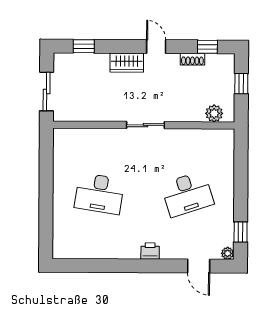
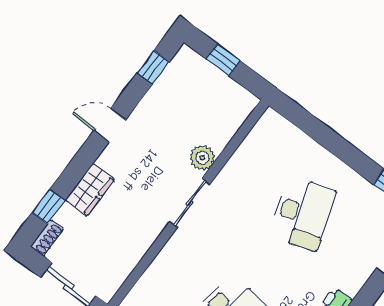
shoe rack: (192, 59) -> (47, 238), moved
wardrobe: (127, 63) -> (90, 190), moved
plant: (214, 113) -> (202, 158), moved

